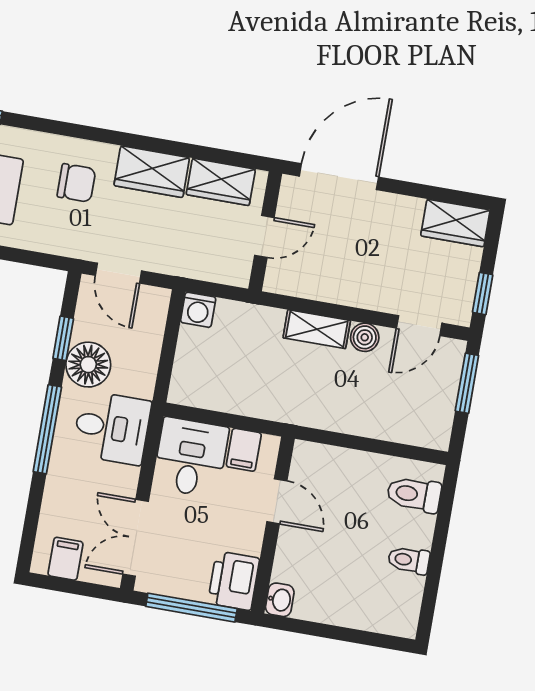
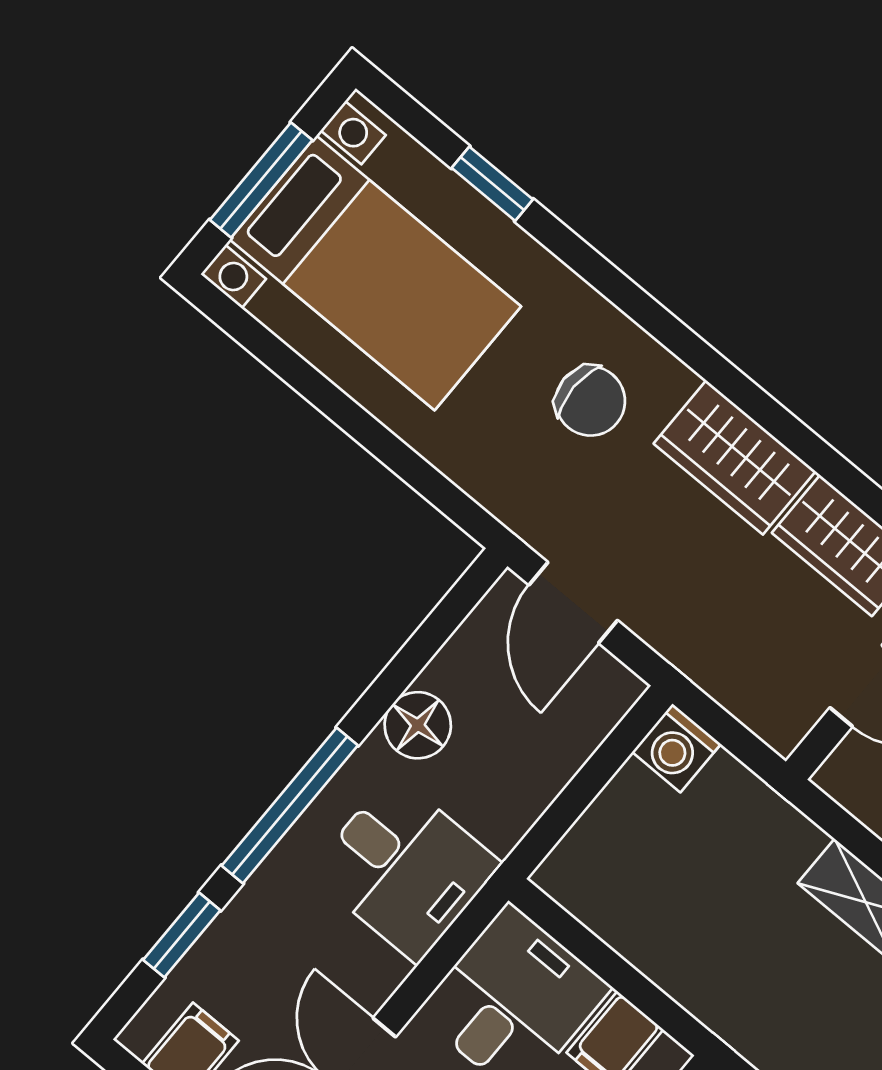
window: (63, 338) -> (182, 935), moved
floor lamp: (88, 365) -> (418, 725), width x0.73, depth x0.73

